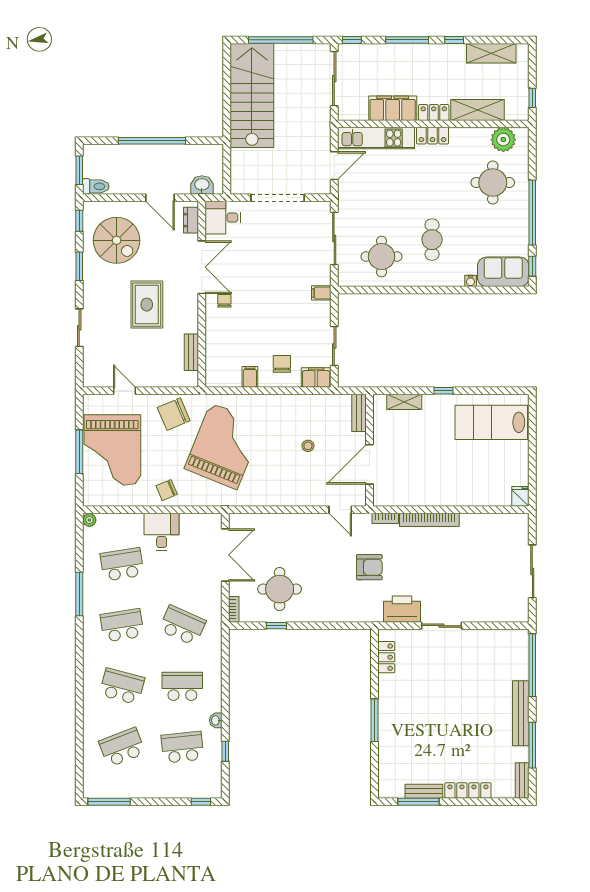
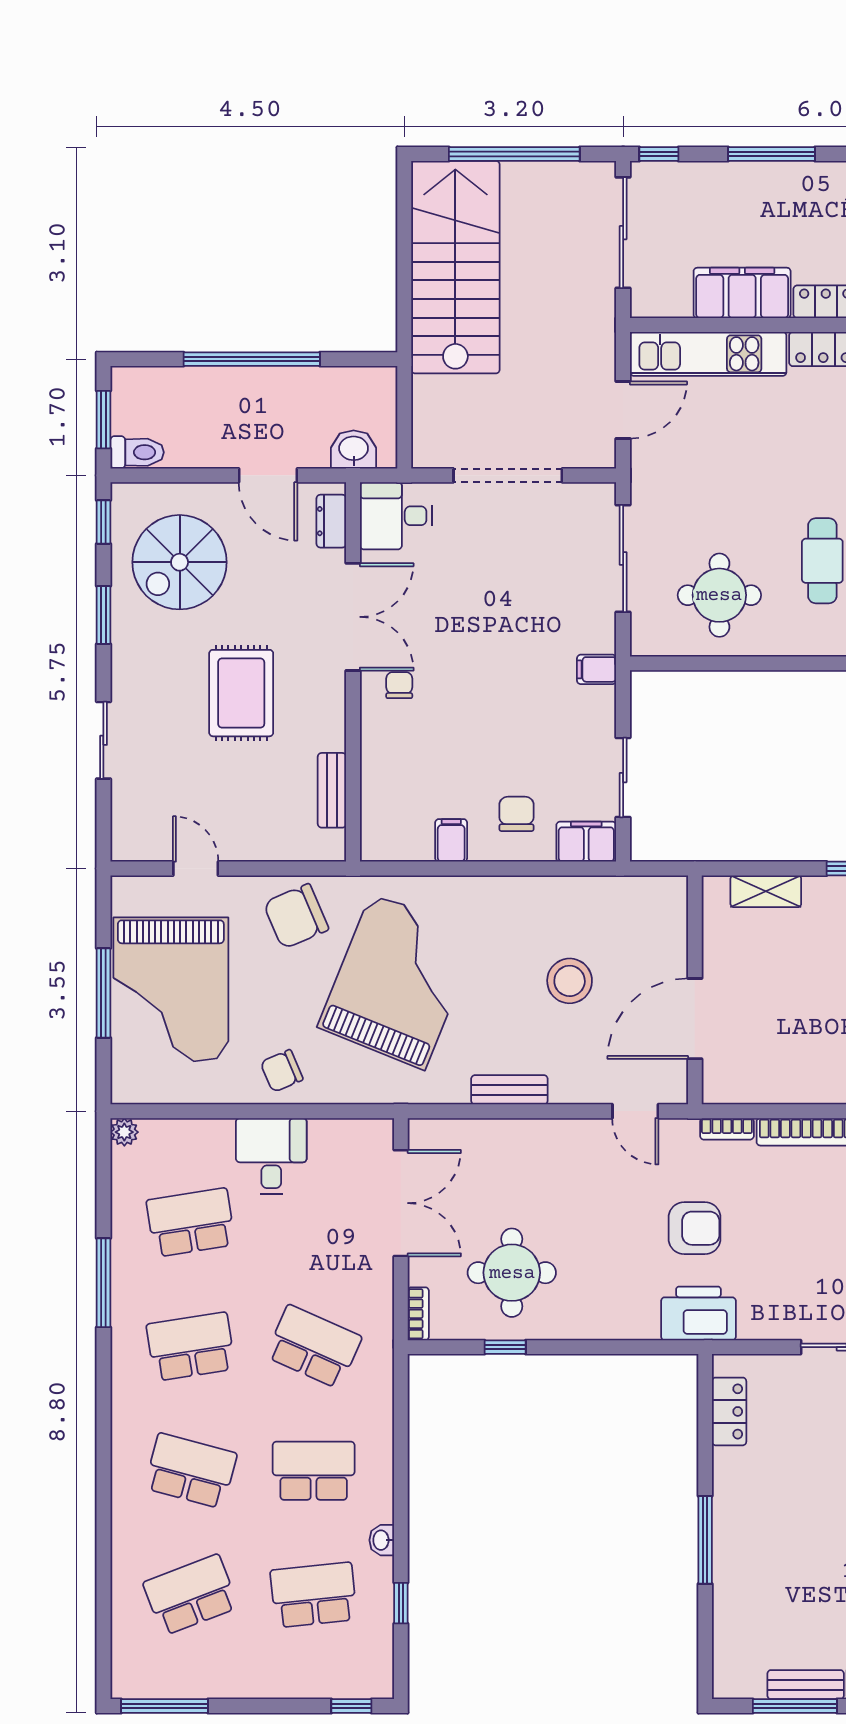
spiral stairs: (117, 240) -> (180, 562), turned 90
bench: (359, 413) -> (509, 1090), moved, turned 90
stool: (308, 446) -> (570, 981), width x1.89, depth x1.89
printer: (402, 609) -> (698, 1313), moved

